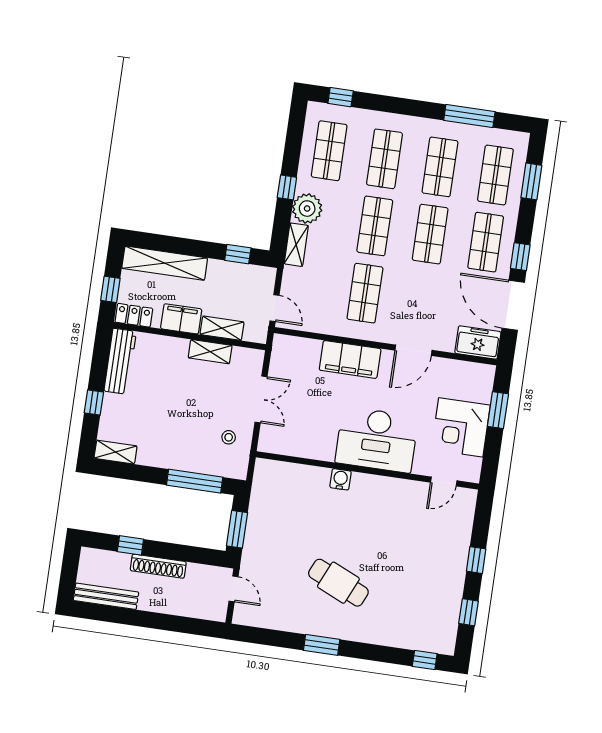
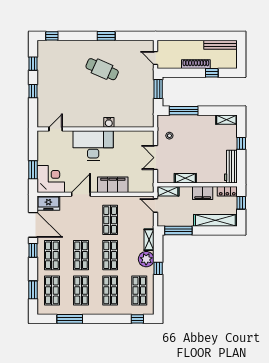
window: (238, 254) -> (178, 231), width x2.17
shelving: (222, 328) -> (168, 191), moved
corner desk: (461, 427) -> (51, 179), moved

